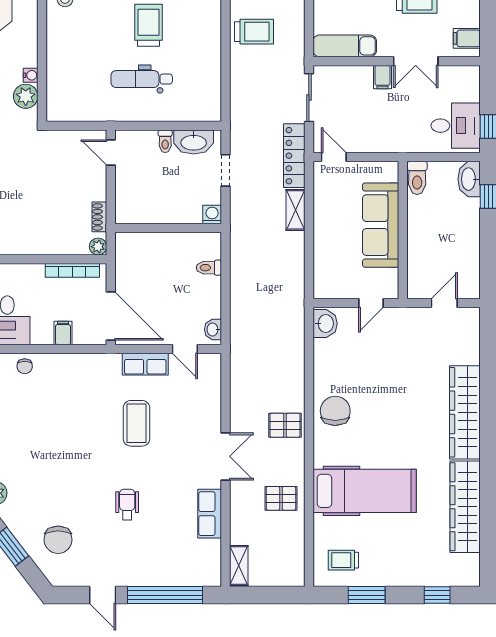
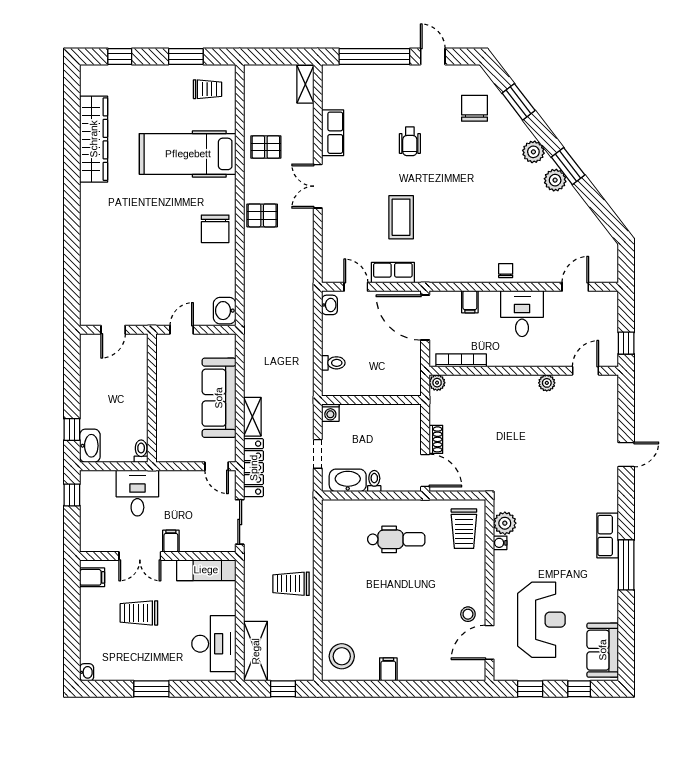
trolley: (148, 25) -> (464, 529), moved
double door: (416, 61) -> (140, 556), swing flipped
desk: (456, 126) -> (137, 493), moved, turned 90
door: (111, 152) -> (425, 471), width x1.38
toilet: (417, 178) -> (141, 451), width x0.73, depth x0.72
shoe rack: (99, 217) -> (436, 439), moved
sofa: (381, 225) -> (219, 398), moved, turned 180
wardrobe: (465, 412) -> (94, 227), removed

